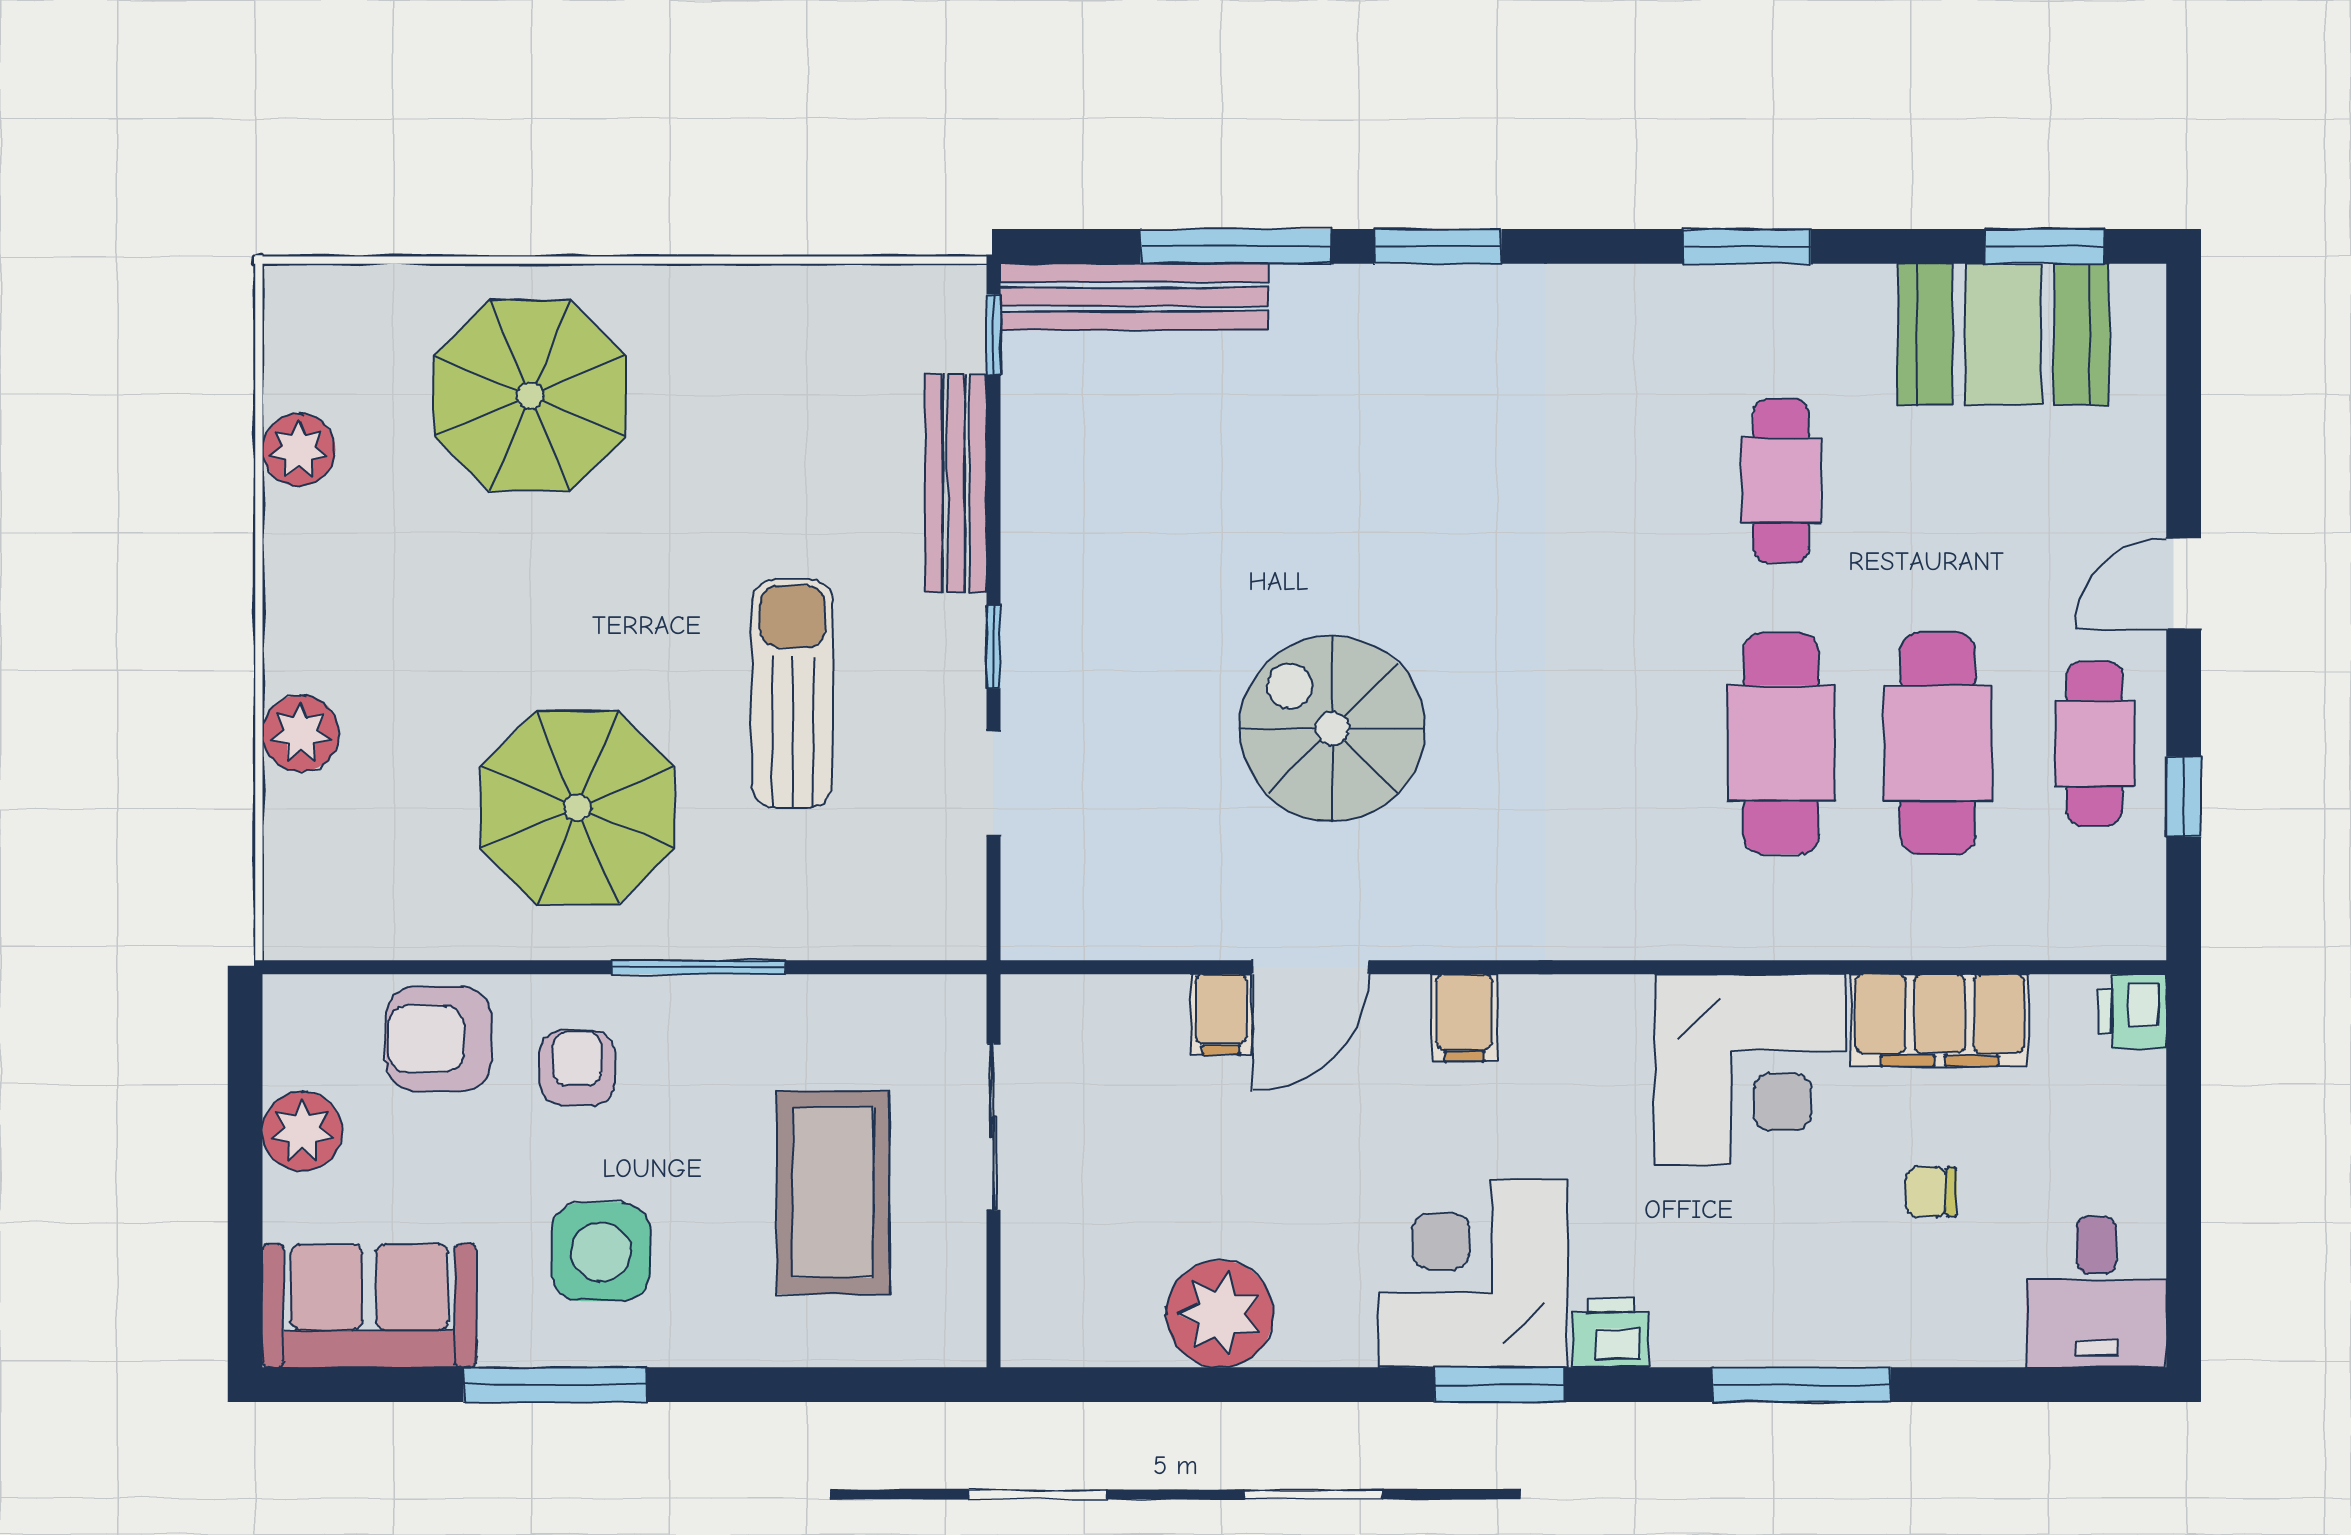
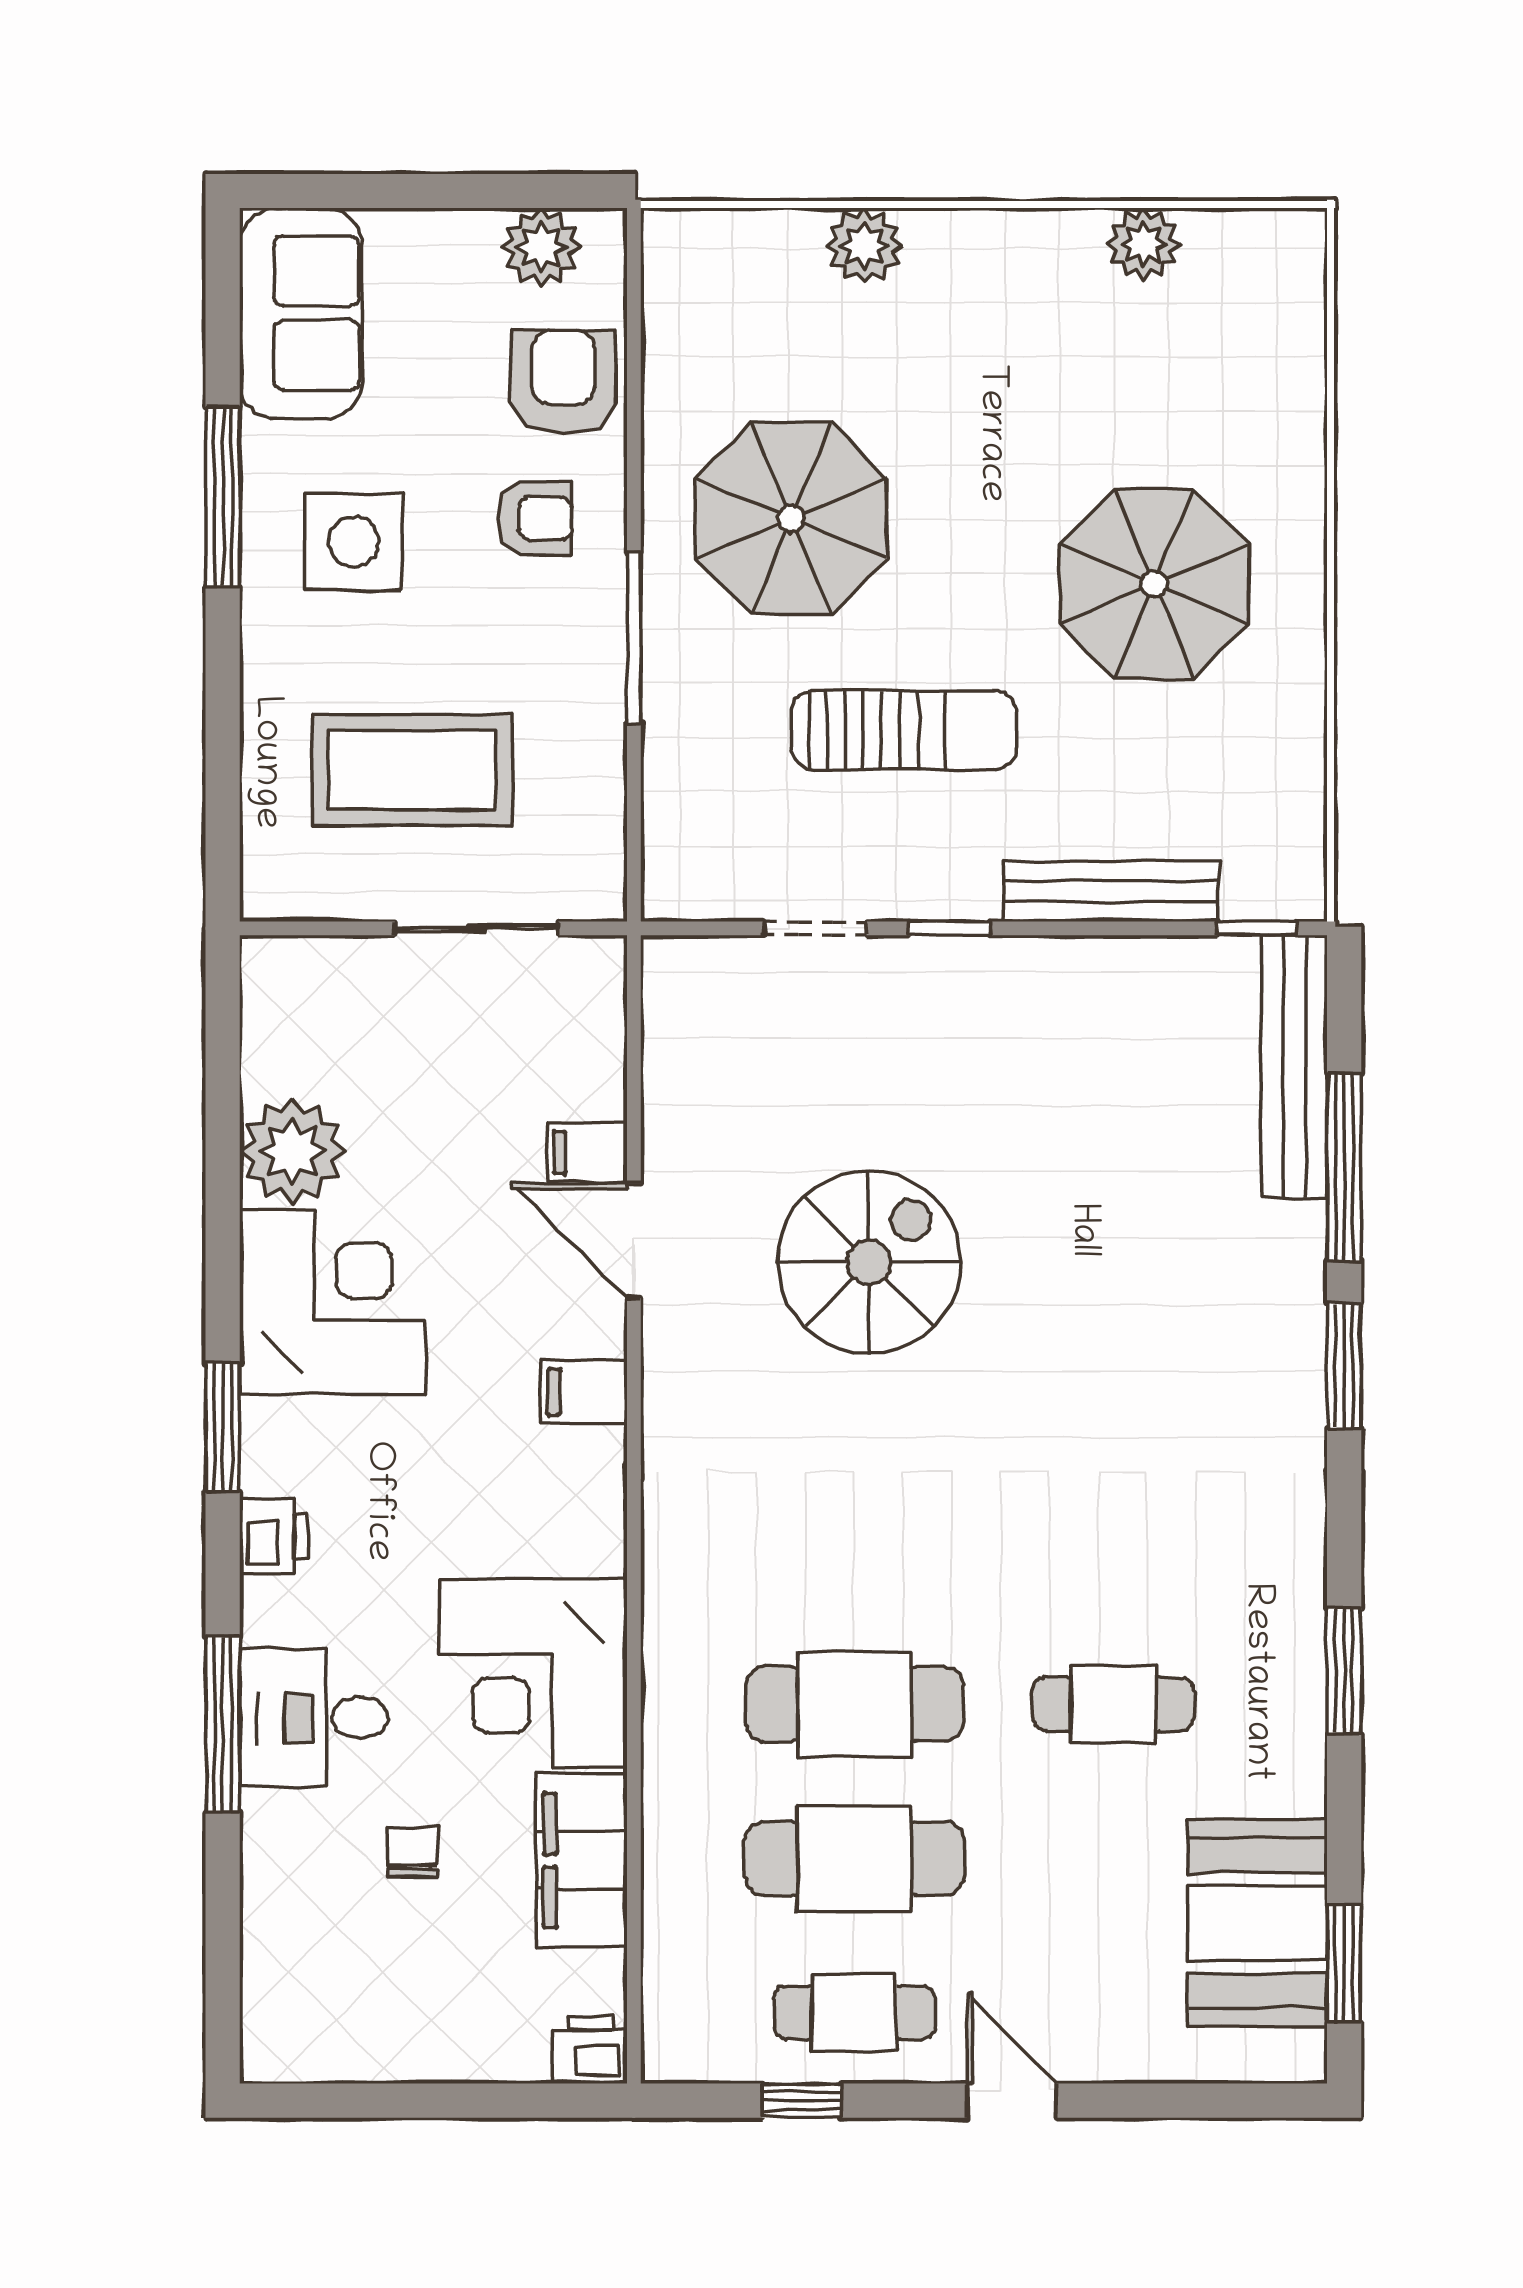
parasol: (530, 396) -> (1154, 584), moved
plant: (302, 1131) -> (541, 247), moved
corner desk: (1473, 1273) -> (332, 1302), moved
desk: (2096, 1292) -> (314, 1718), moved

